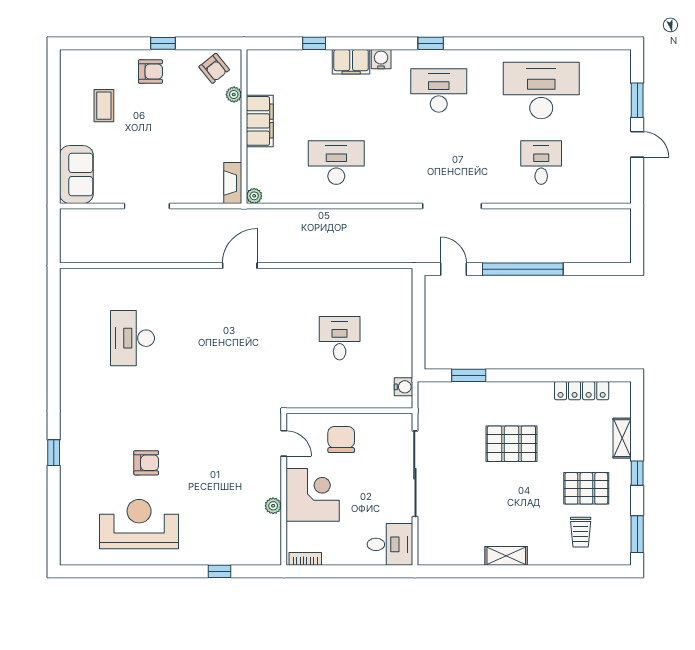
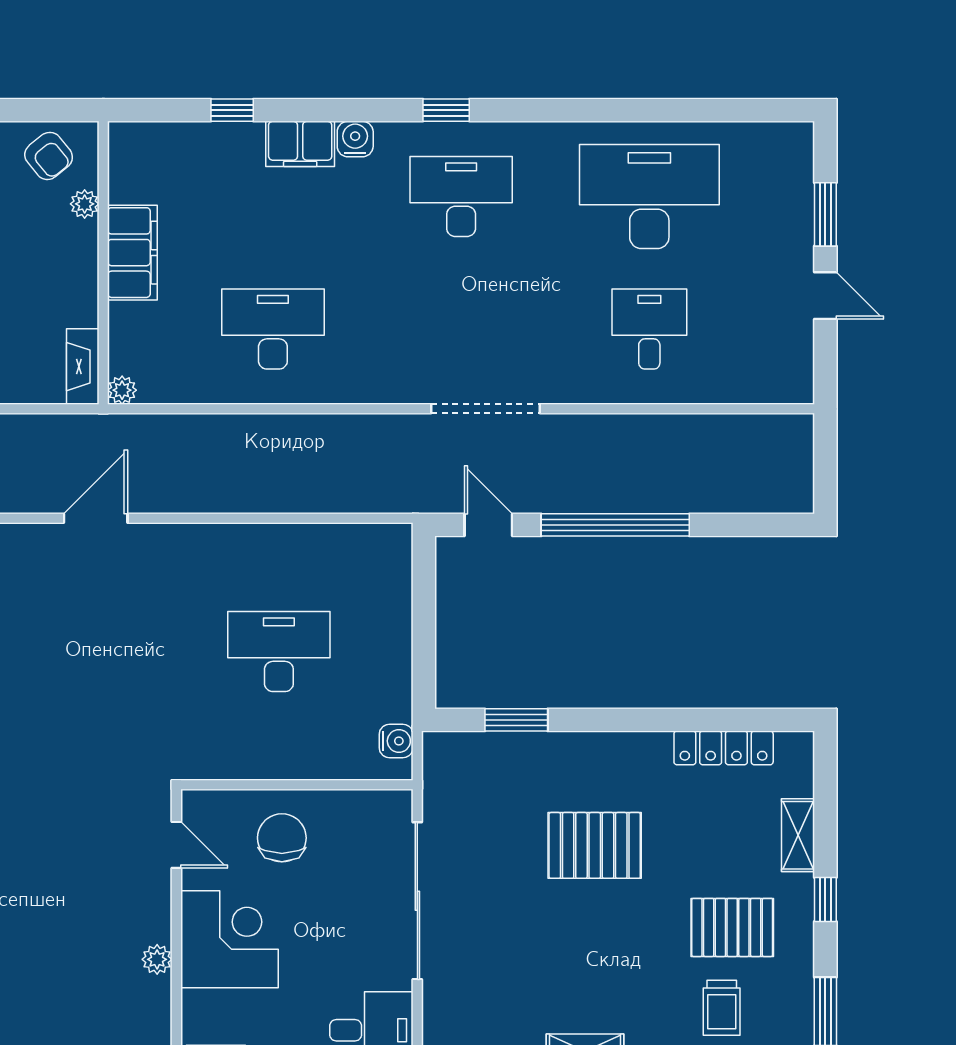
desk: (340, 338) -> (279, 652), width x1.37

